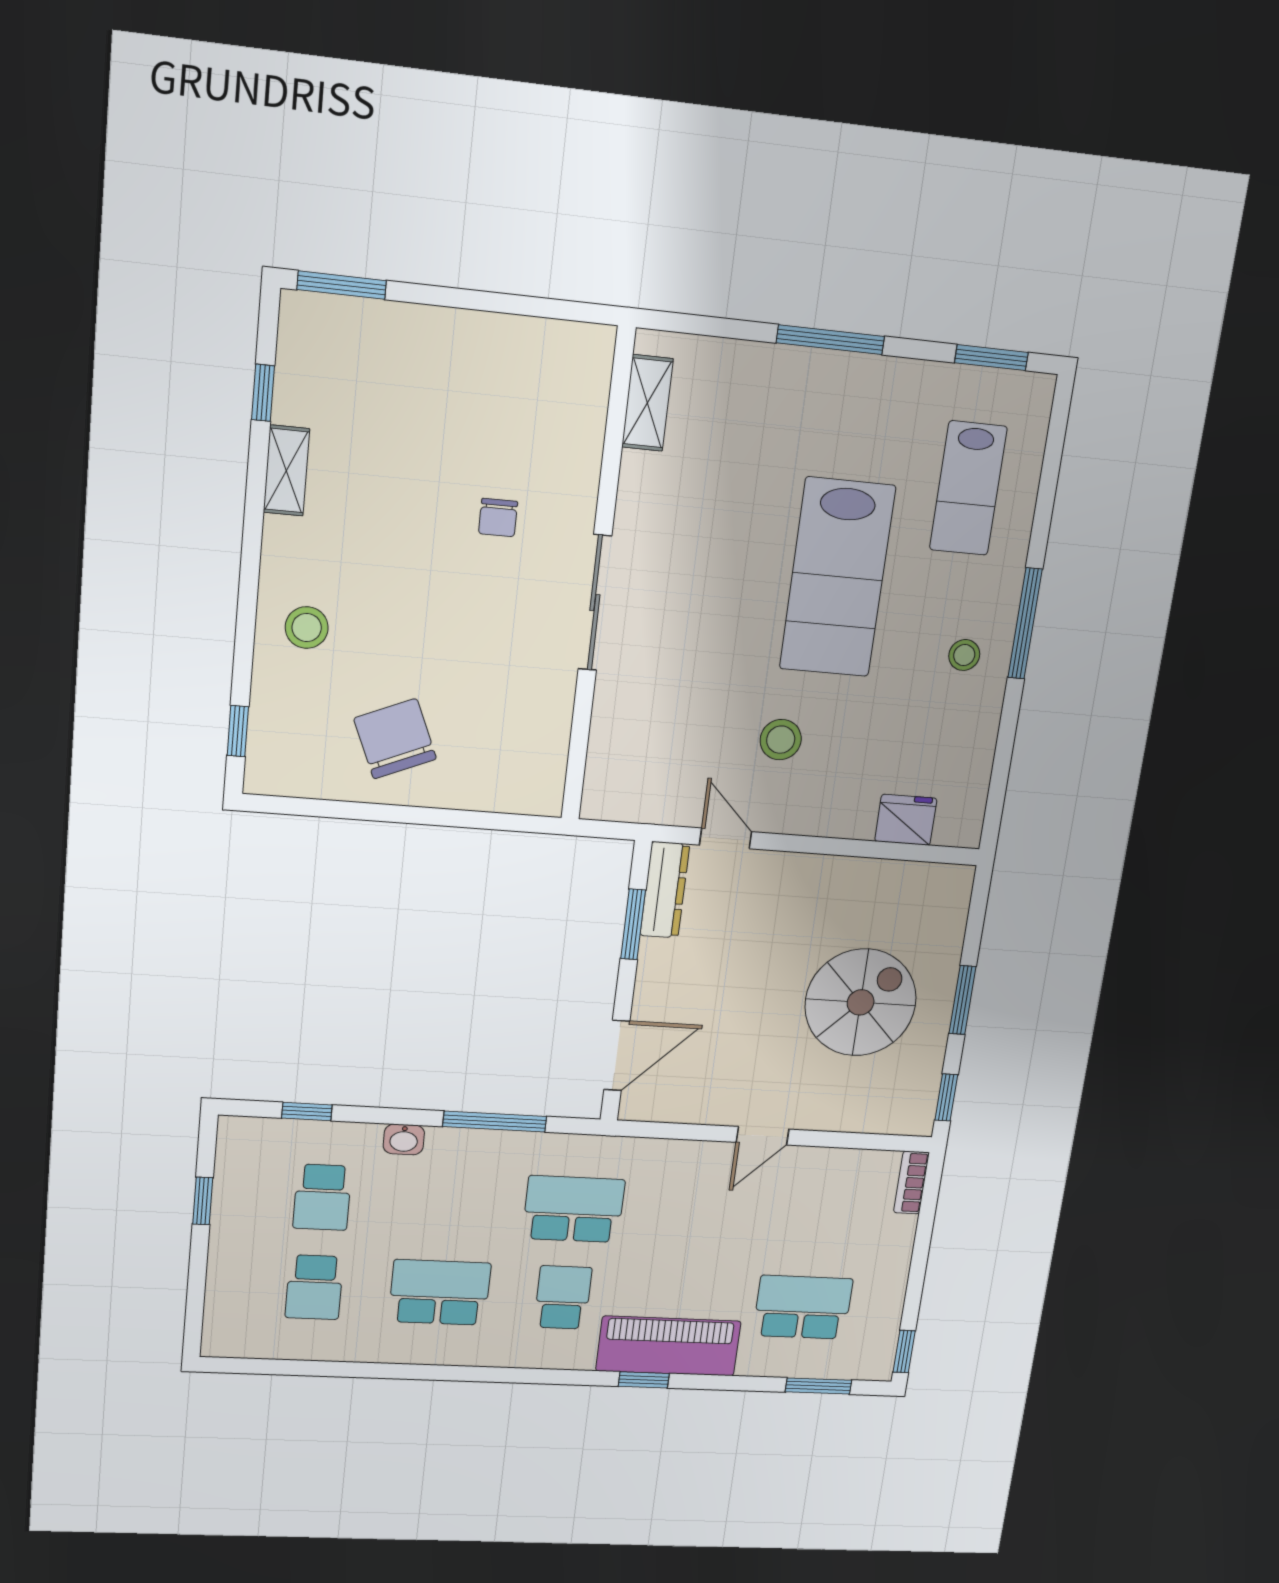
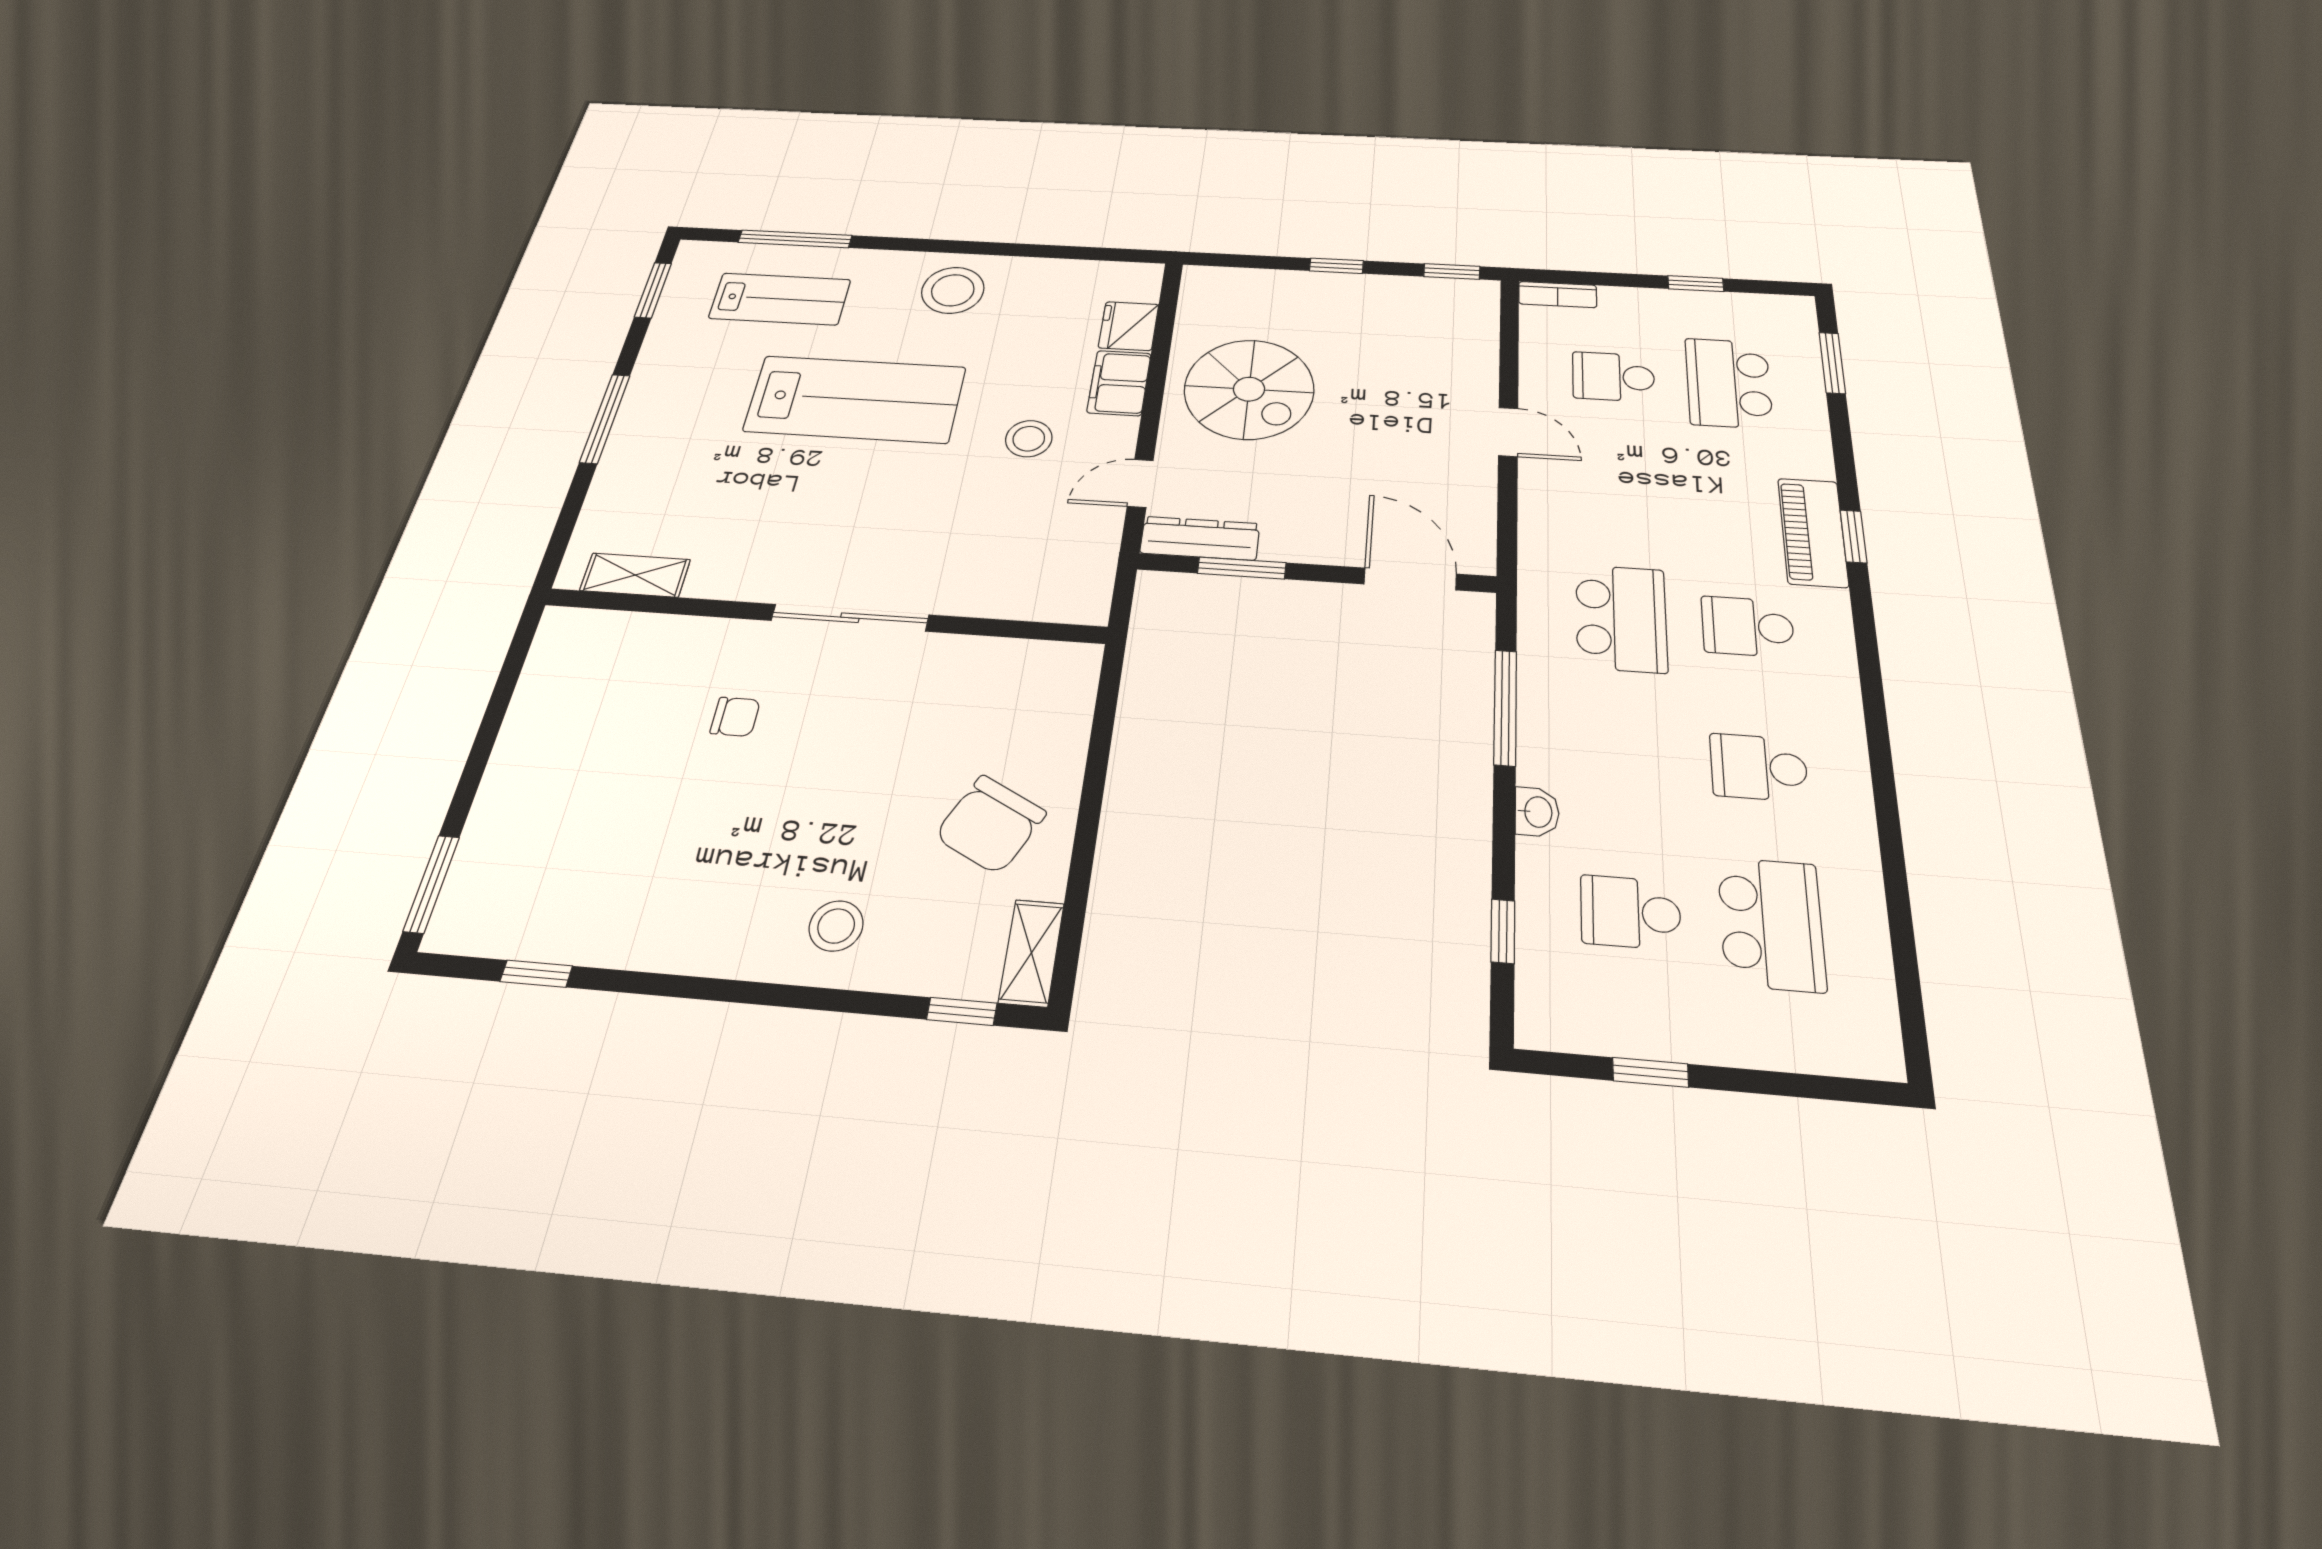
shelving: (286, 471) -> (1031, 953), moved, turned 90
window: (1025, 623) -> (795, 239), moved
stool: (964, 655) -> (953, 290), width x1.89, depth x1.89
chair: (395, 739) -> (990, 824), turned -40
filing cabinet: (839, 815) -> (1119, 383), added
window: (962, 1000) -> (1336, 266), width x0.67
spiral stairs: (861, 1002) -> (1249, 389), moved, turned 180
school desk: (322, 1197) -> (1631, 912), turned 180
school desk: (574, 1209) -> (1621, 618), turned 180
school desk: (816, 1221) -> (1613, 377), added
school desk: (314, 1287) -> (1771, 924), width x1.85
school desk: (440, 1292) -> (1759, 767), width x0.54
piano: (668, 1346) -> (1813, 532), width x0.73, depth x0.75
window: (904, 1352) -> (1696, 284), moved

